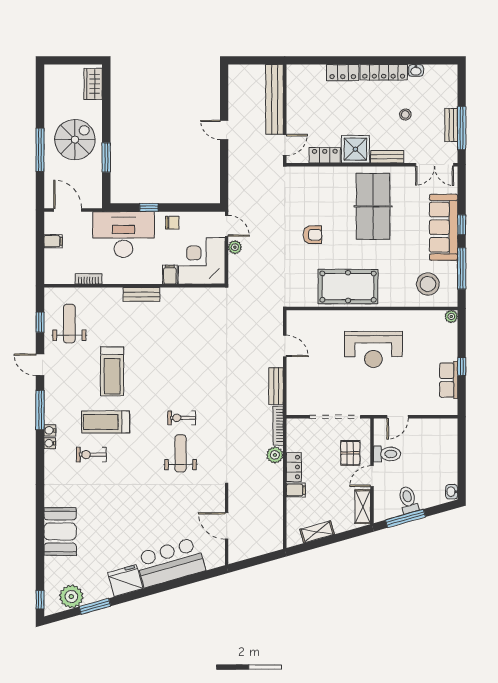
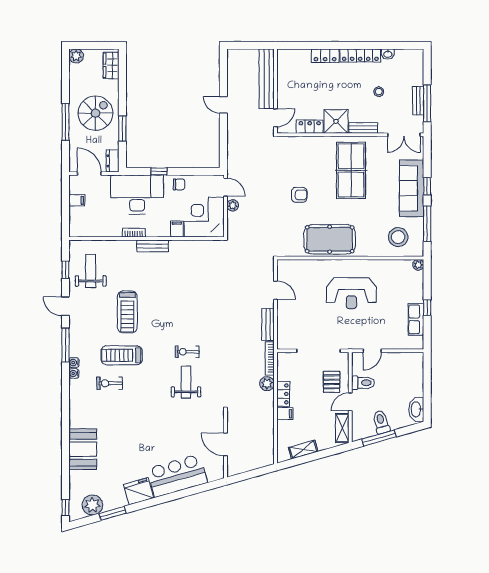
plant: (52, 73) -> (76, 56), added
dresser: (95, 195) -> (113, 161), added
bookcase: (89, 279) -> (134, 233), moved
washbasin: (452, 492) -> (416, 409), width x1.91, depth x1.45

